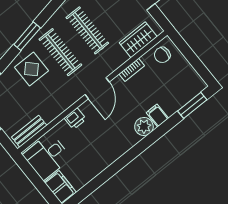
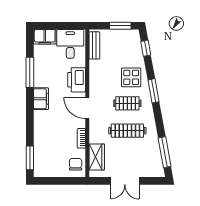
clothes rail: (60, 52) -> (127, 103), width x0.73
filing cabinet: (157, 115) -> (41, 99), moved, width x2.00
printer: (75, 119) -> (77, 80), width x1.87, depth x1.48
plant: (144, 127) -> (41, 118), removed
window: (107, 174) -> (30, 72), added

